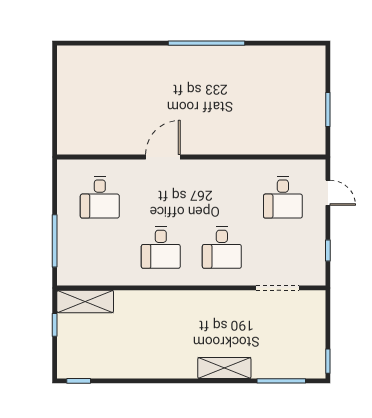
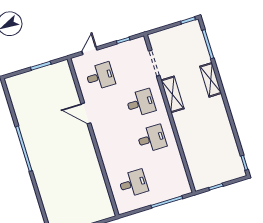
door: (163, 157) -> (86, 113), moved
shelving: (85, 302) -> (173, 94), moved

